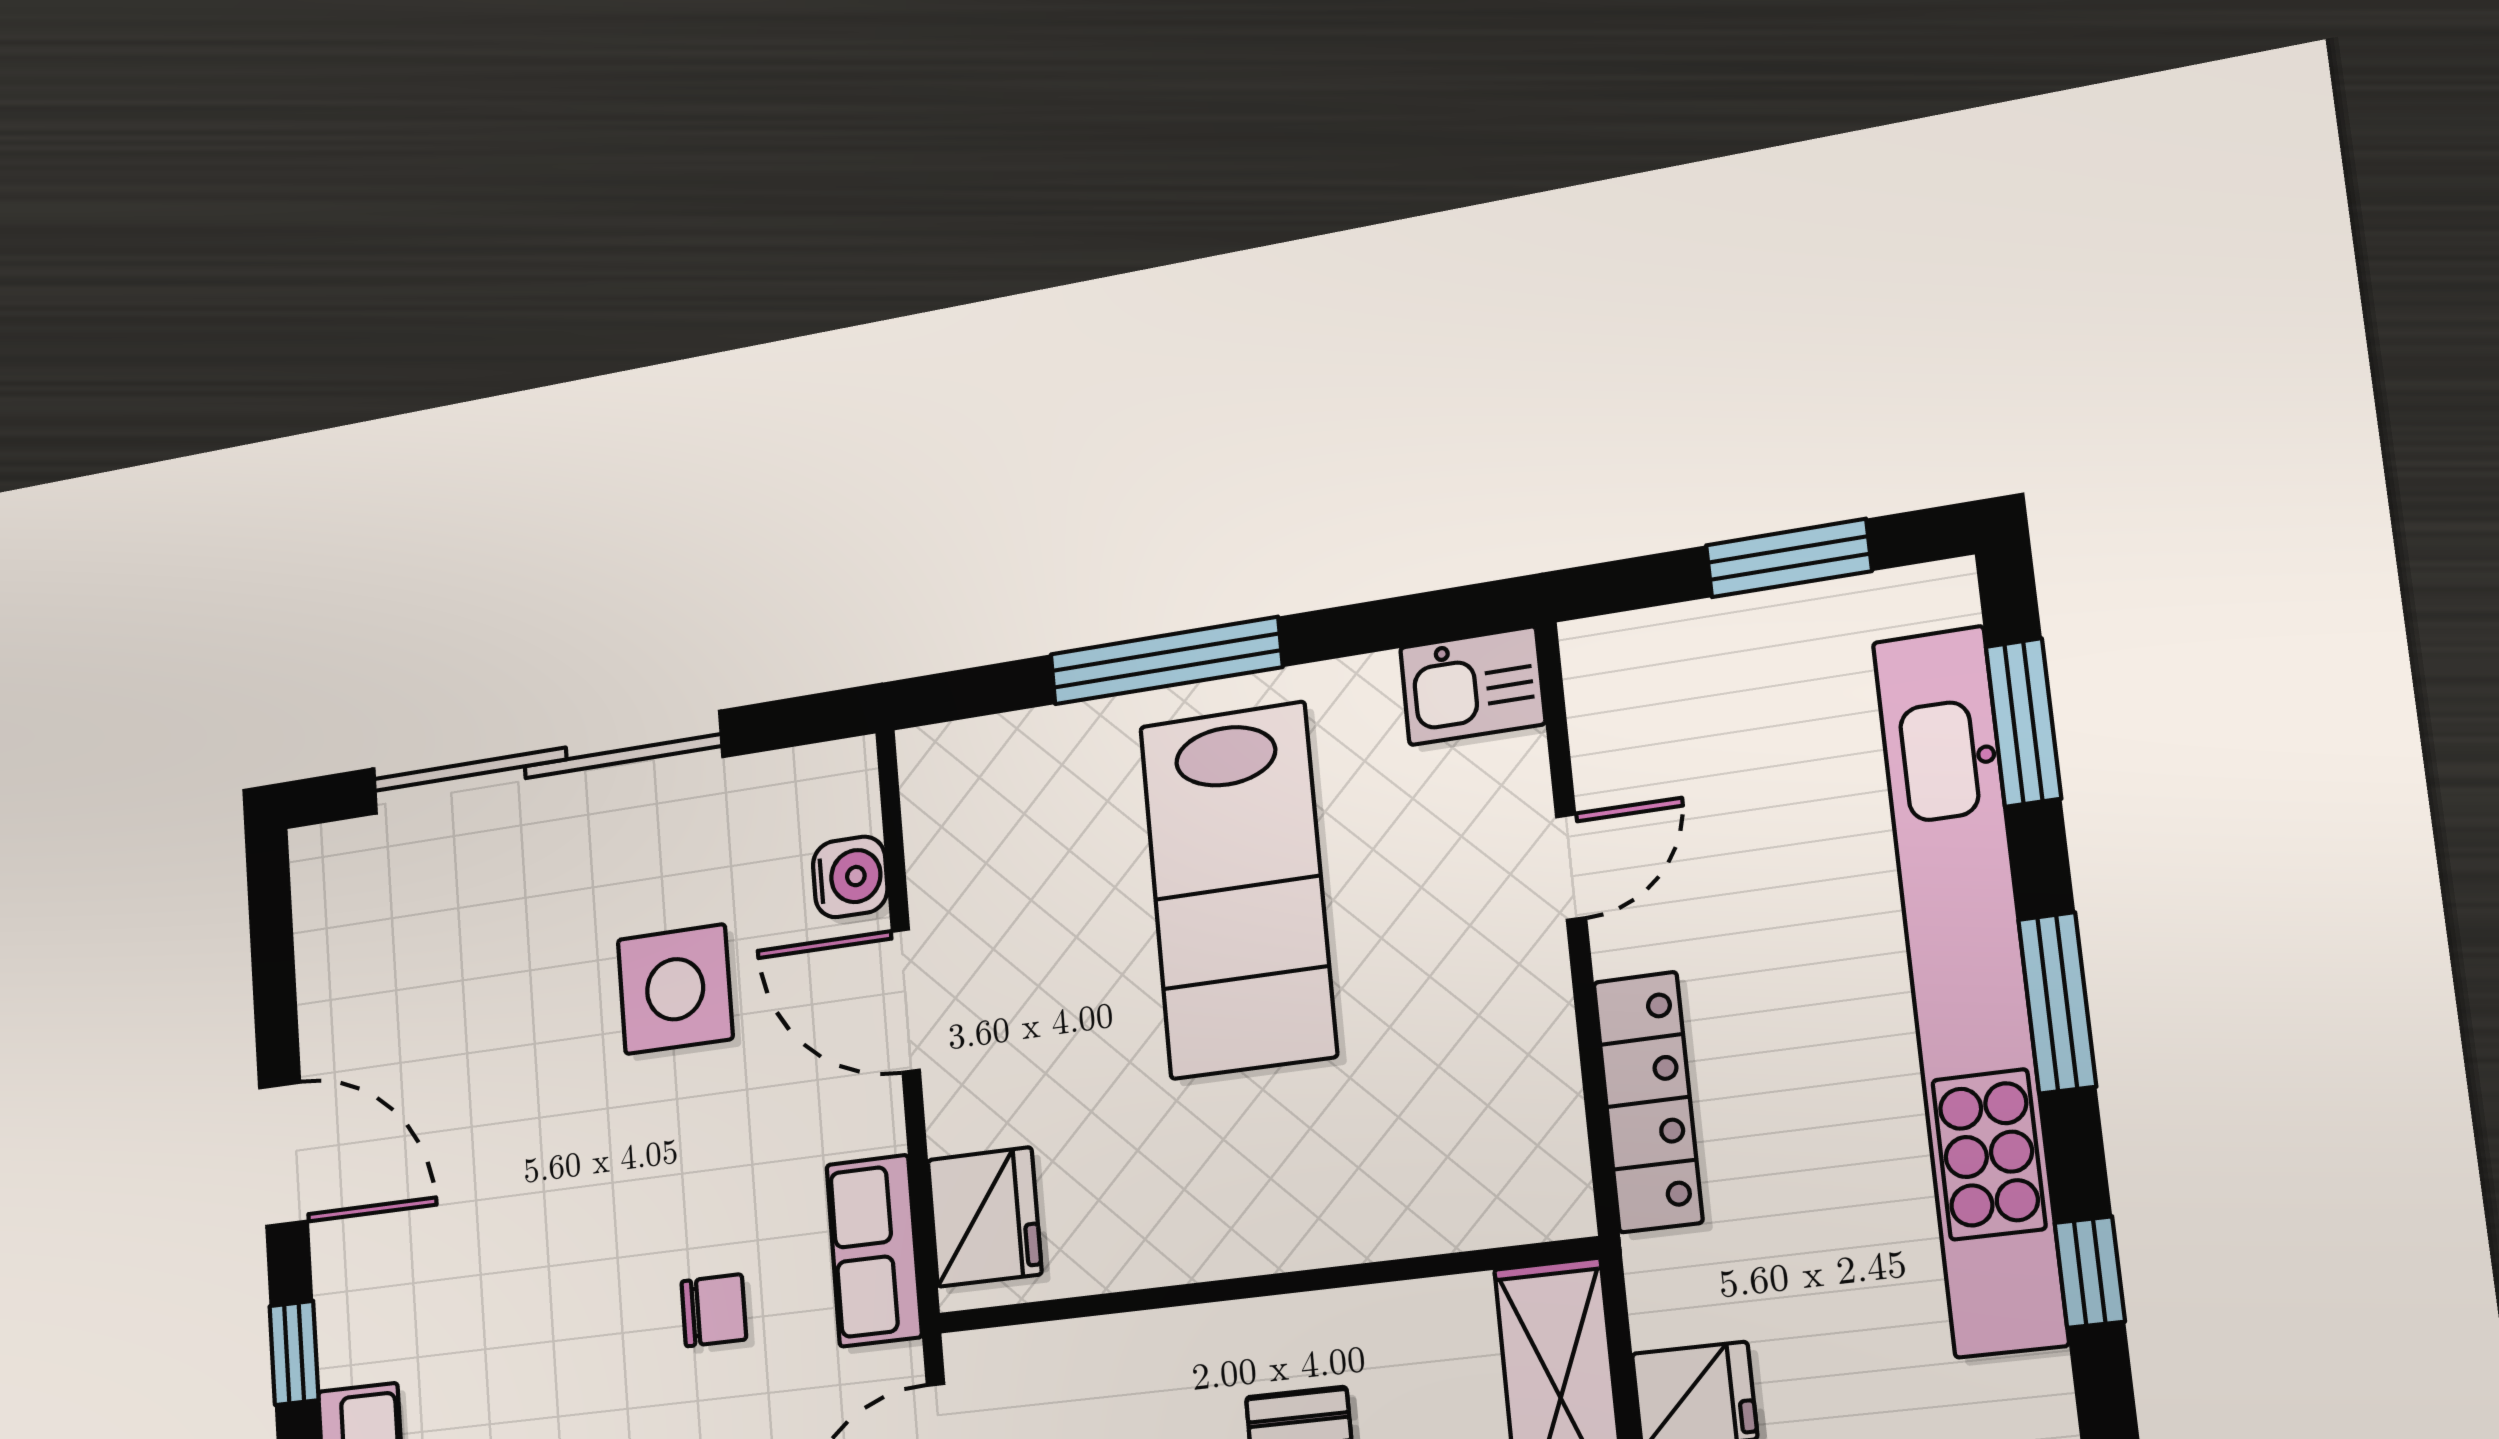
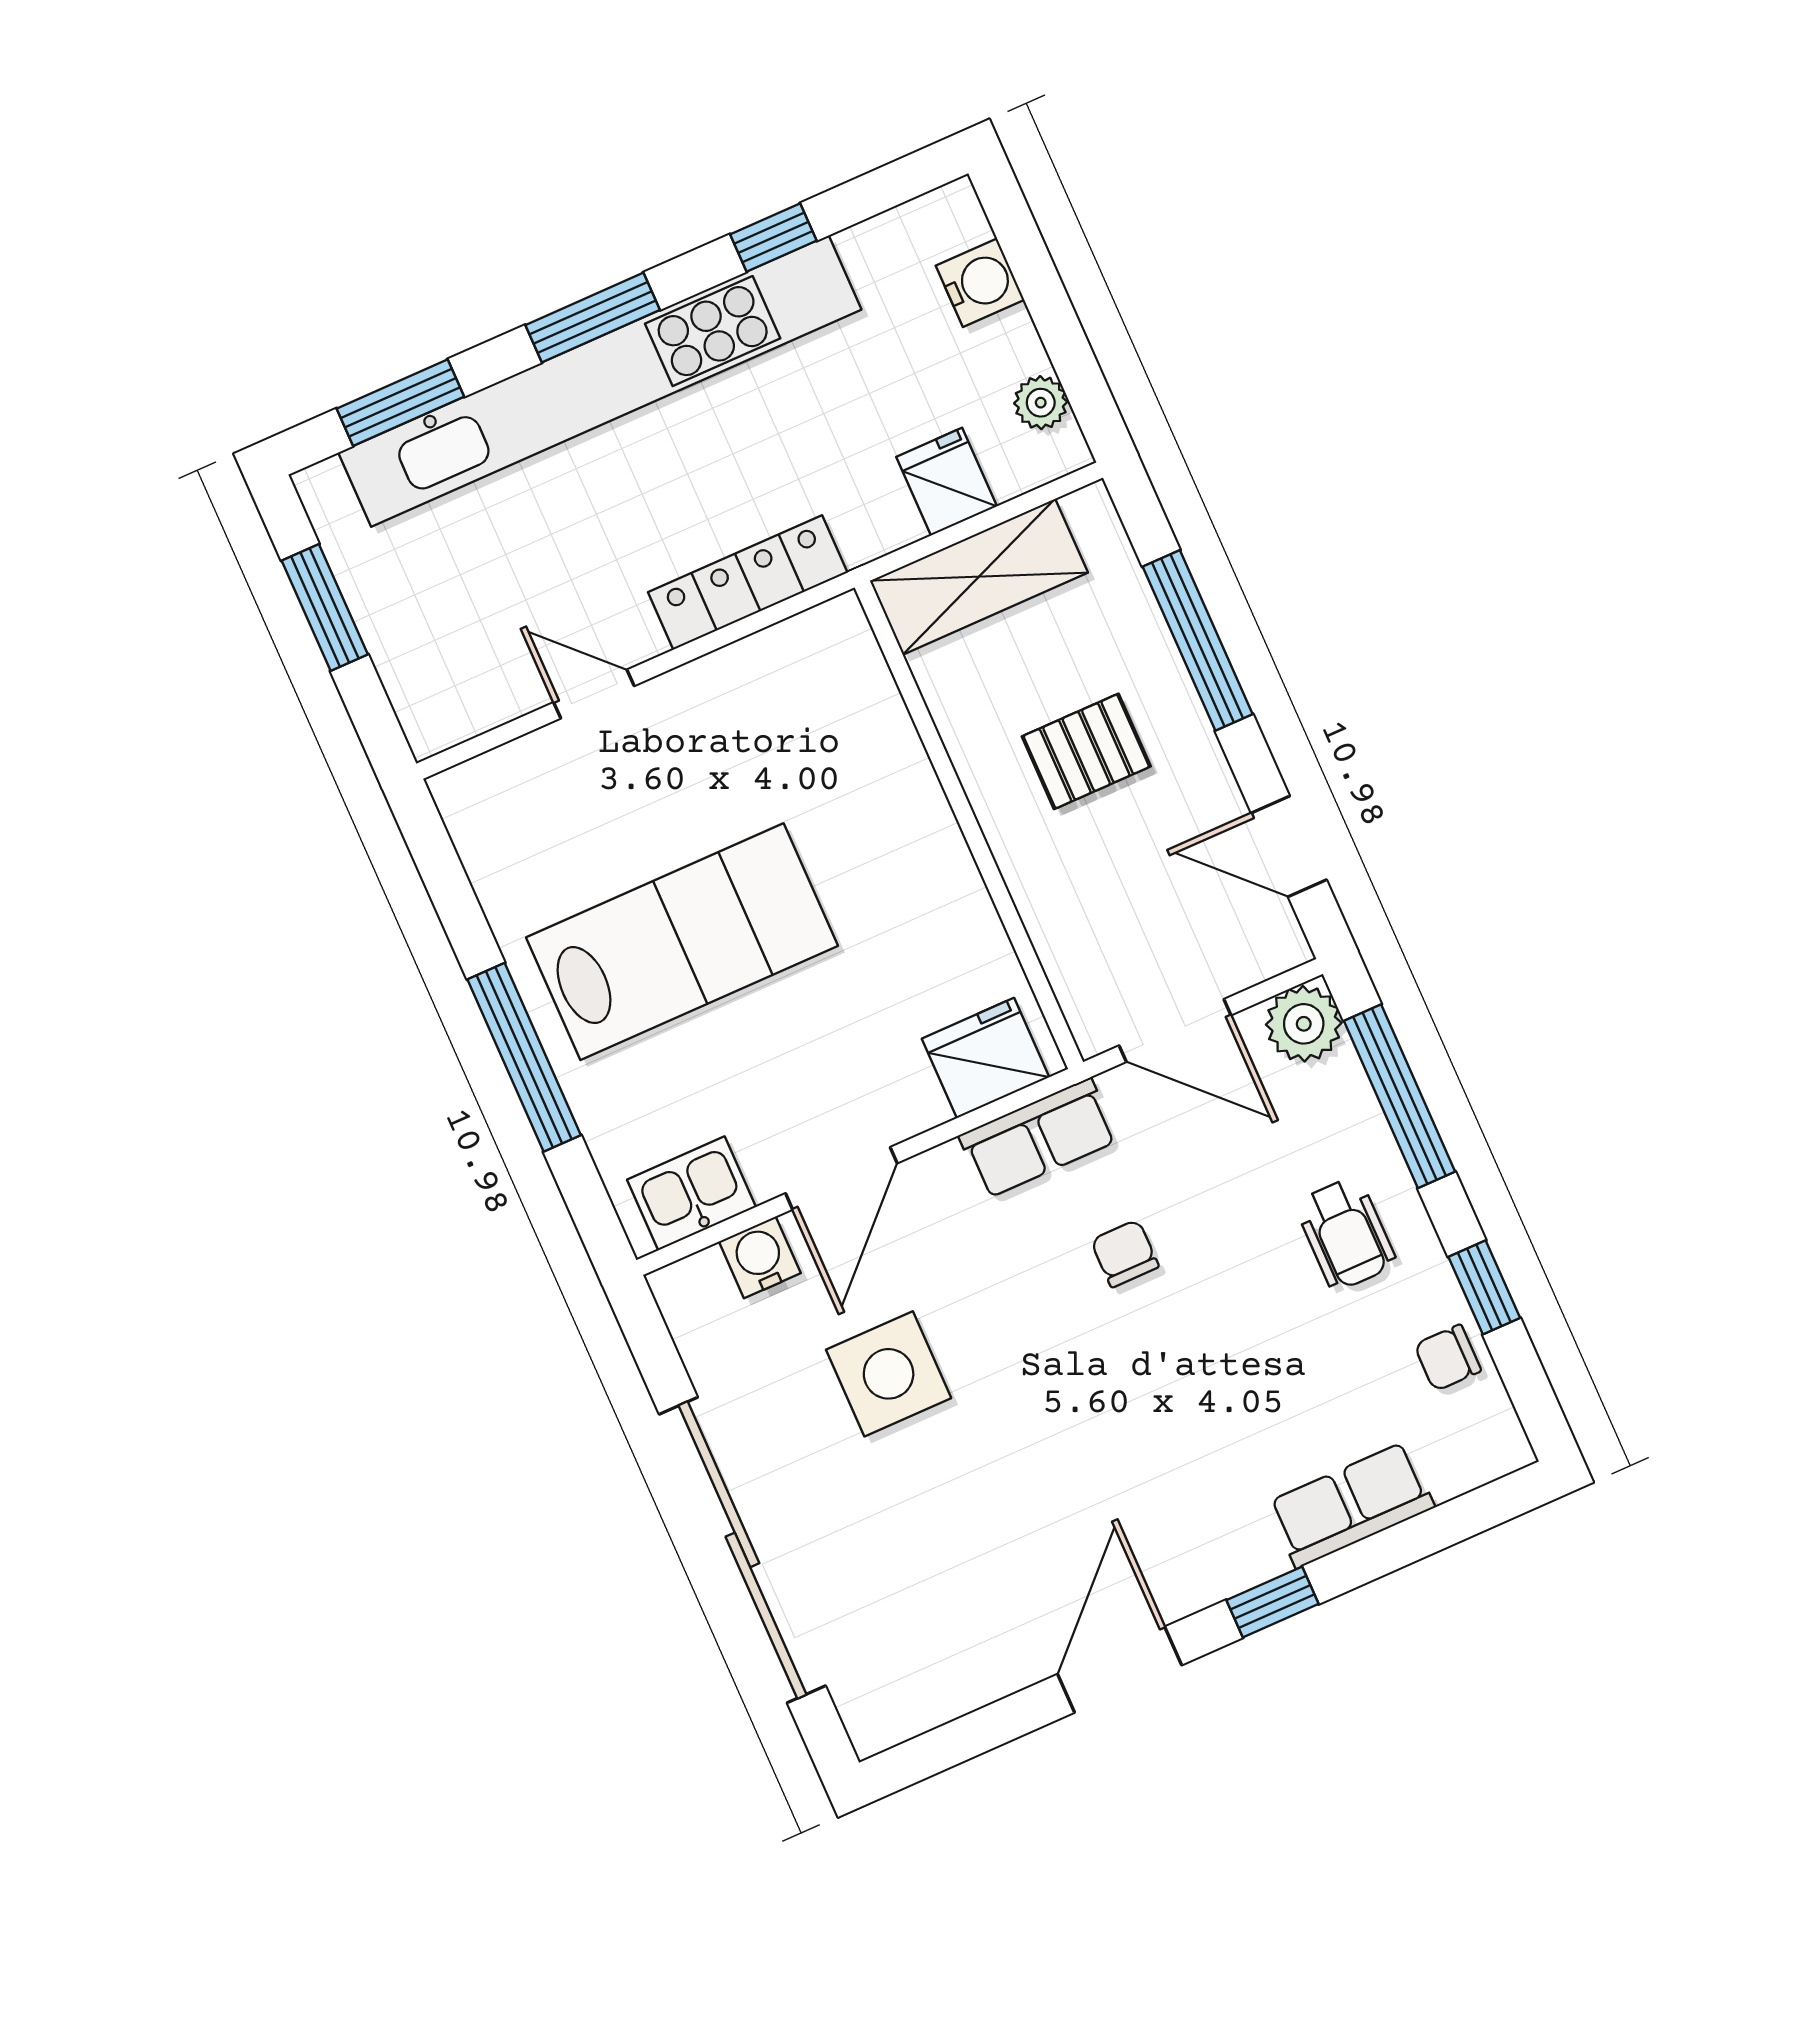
kitchen sink: (1472, 686) -> (692, 1193), moved, turned -90

